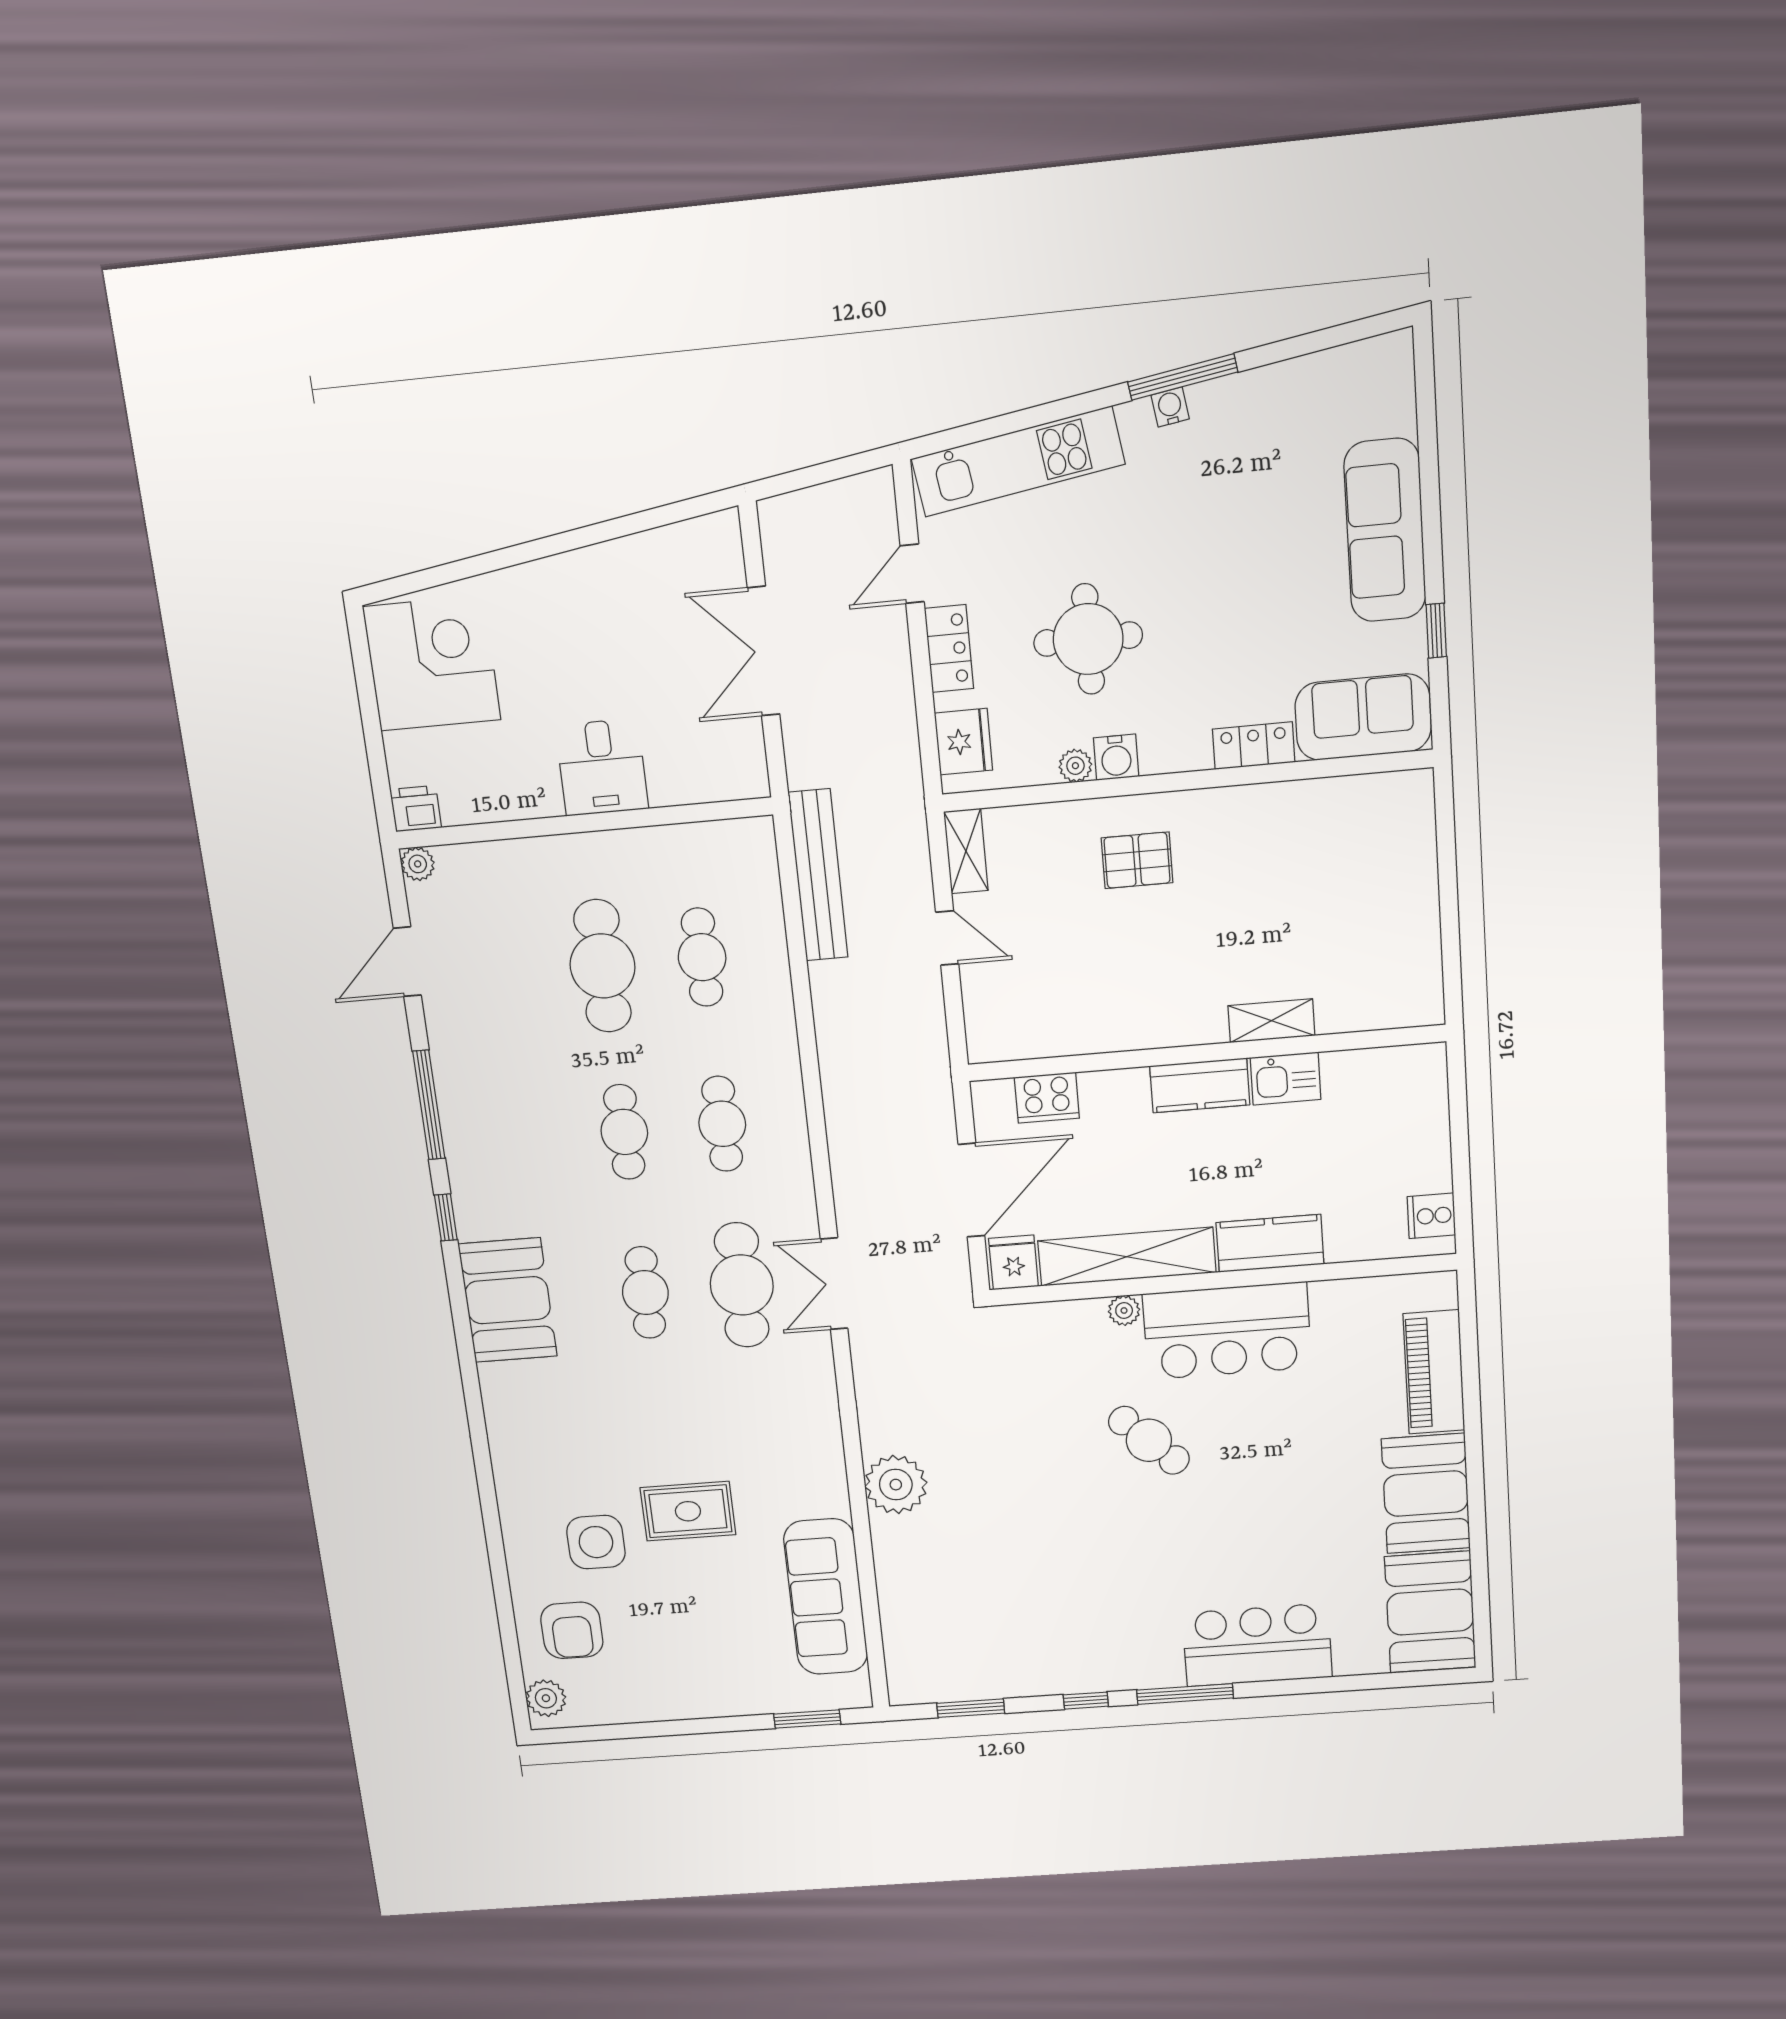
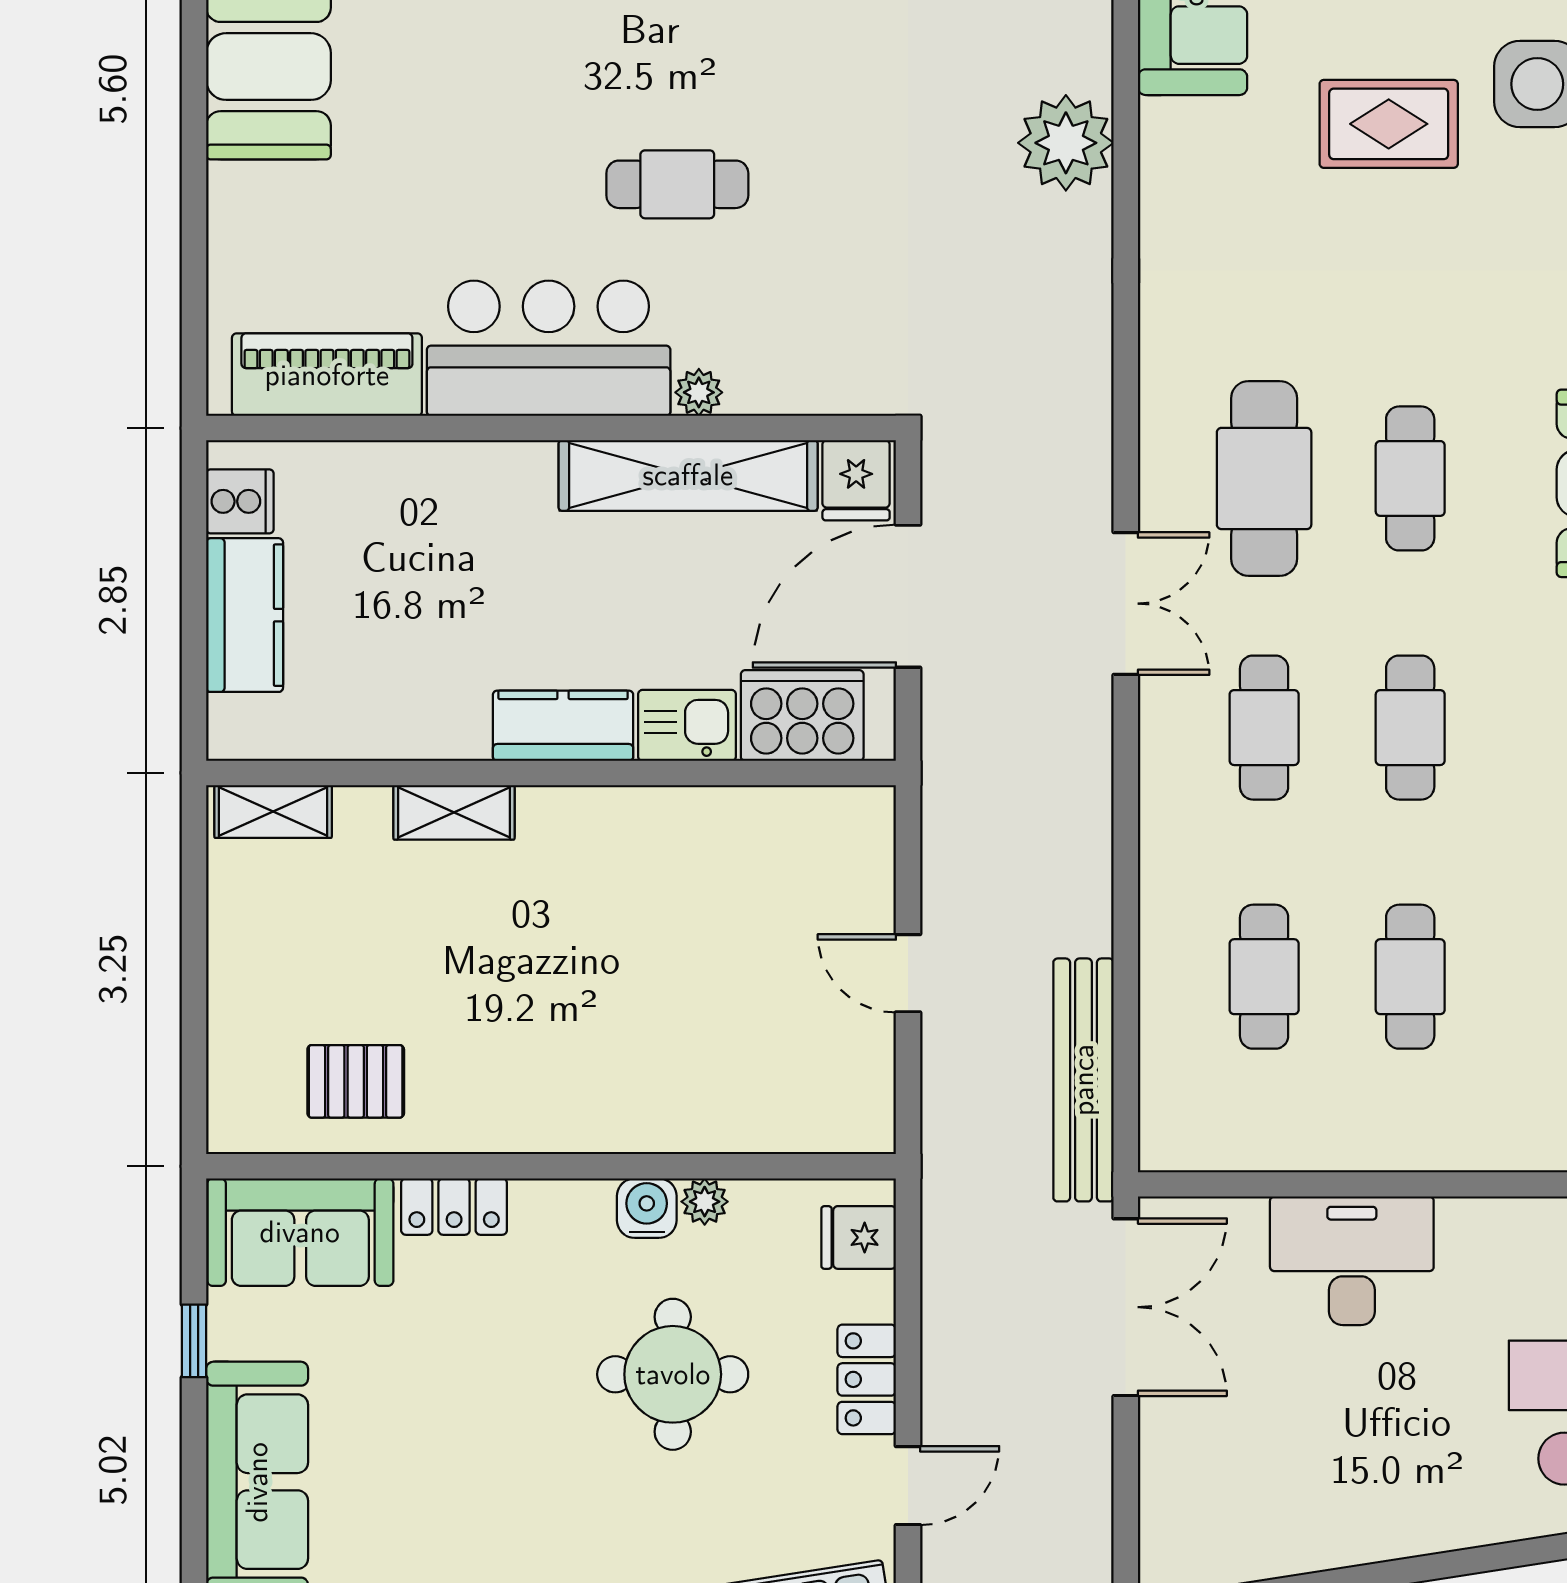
double door: (764, 651) -> (1126, 1307), moved
fridge: (963, 742) -> (859, 1237), width x0.72
desk: (602, 767) -> (1352, 1261), width x1.37
shelving: (966, 851) -> (273, 811), moved, turned 90
pallet: (1137, 860) -> (356, 1081), moved
cafe table: (603, 966) -> (1410, 977), width x0.73, depth x0.74
kitchen sink: (1286, 1079) -> (687, 725), moved
cooker: (1047, 1098) -> (802, 716), width x1.37, depth x1.31
kitchen counter: (1270, 1243) -> (245, 615), moved, turned -90
double door: (834, 1284) -> (1126, 604), moved
piano: (1434, 1372) -> (327, 375), moved, turned -90
cafe table: (1149, 1440) -> (677, 184), turned -44

